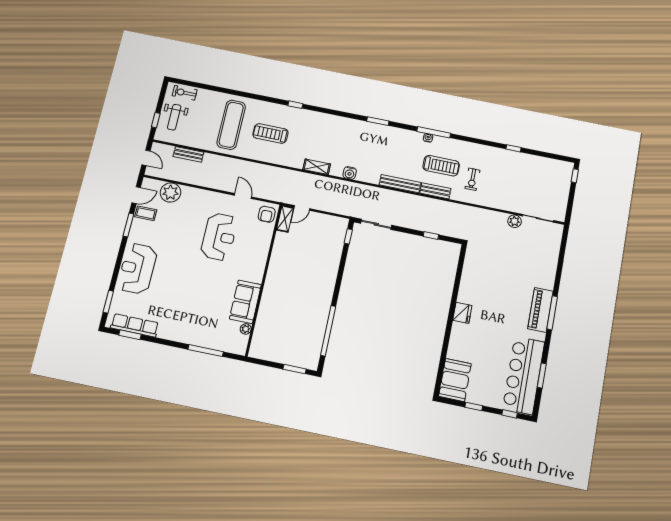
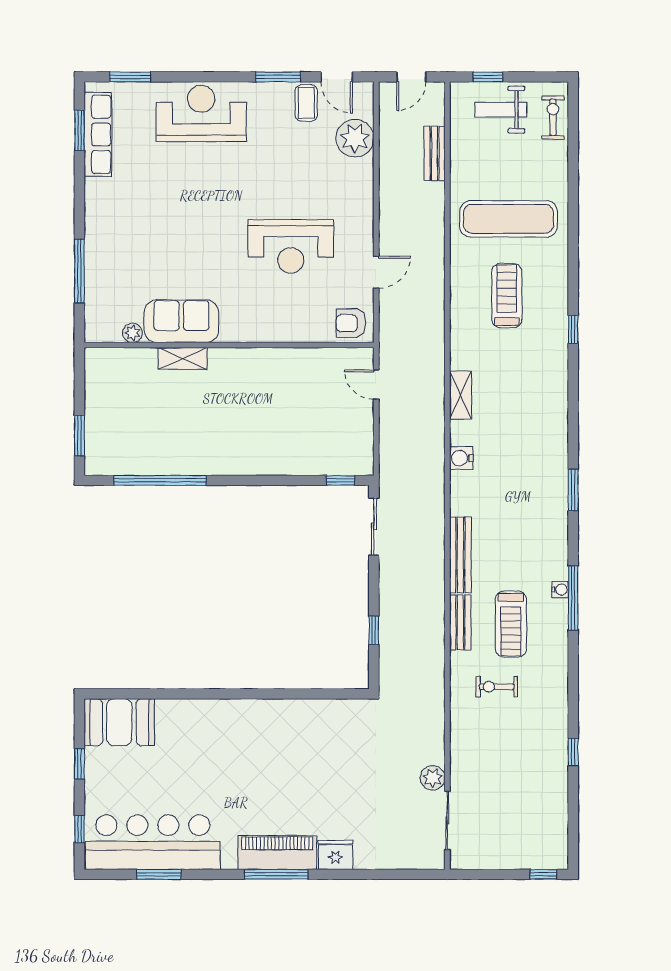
shelving: (285, 219) -> (183, 358), moved
fridge: (462, 313) -> (336, 855), moved, turned 180

